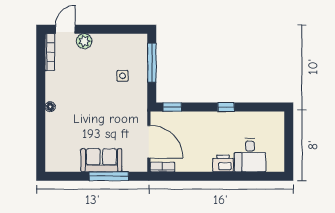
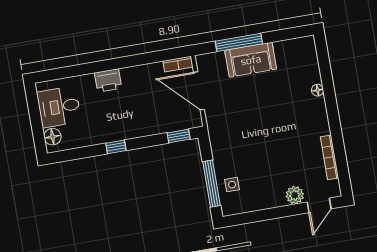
bookcase: (50, 52) -> (330, 157), moved
side table: (123, 76) -> (232, 185), moved
floor lamp: (50, 107) -> (318, 90), moved
floor lamp: (277, 125) -> (53, 137), added
desk: (250, 155) -> (59, 107), moved, turned -90

